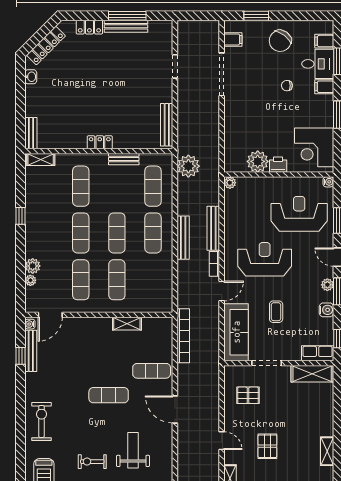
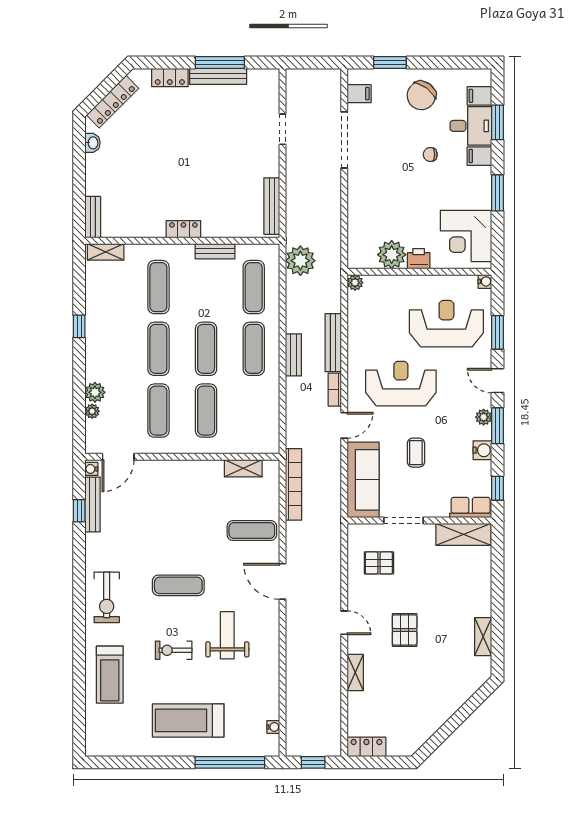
bench: (183, 238) -> (293, 355), width x0.73
shelving: (127, 324) -> (243, 468), moved
exercise mat: (109, 395) -> (178, 585), moved
exercise bike: (41, 421) -> (107, 597), turned 180

